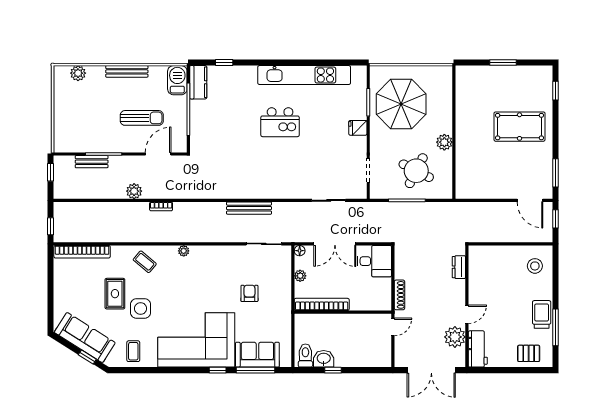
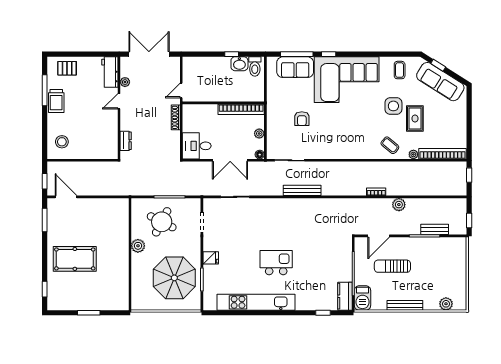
double door: (335, 244) -> (230, 160), swing flipped
plant: (184, 251) -> (413, 154), moved
plant: (455, 337) -> (125, 82), width x0.53, depth x0.53

